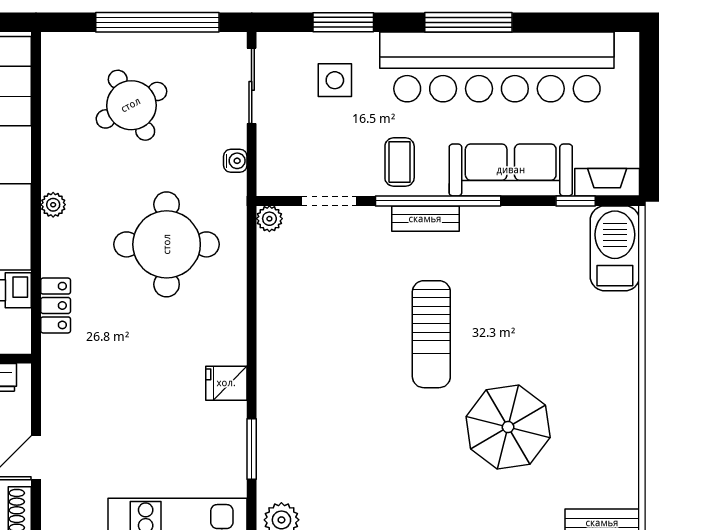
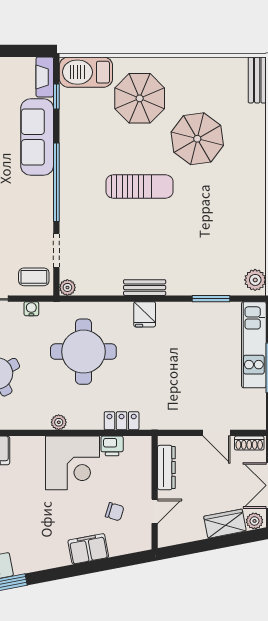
coffee table: (400, 162) -> (34, 277), moved
bench: (425, 219) -> (145, 288), moved, turned 90
parasol: (573, 334) -> (140, 98), added
fridge: (226, 383) -> (145, 314), moved

